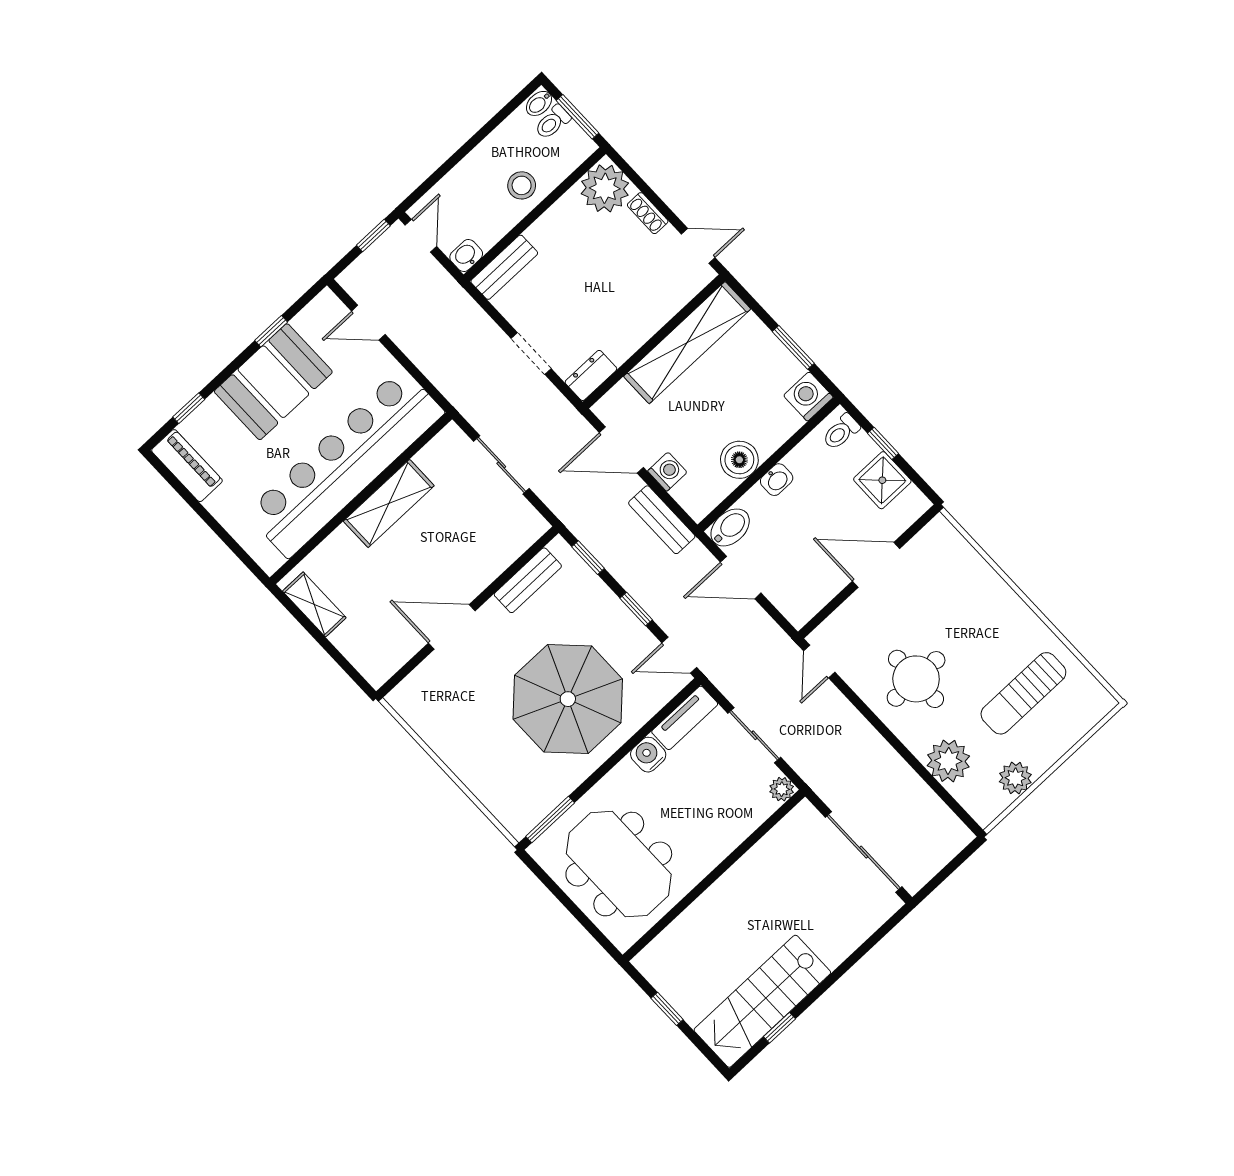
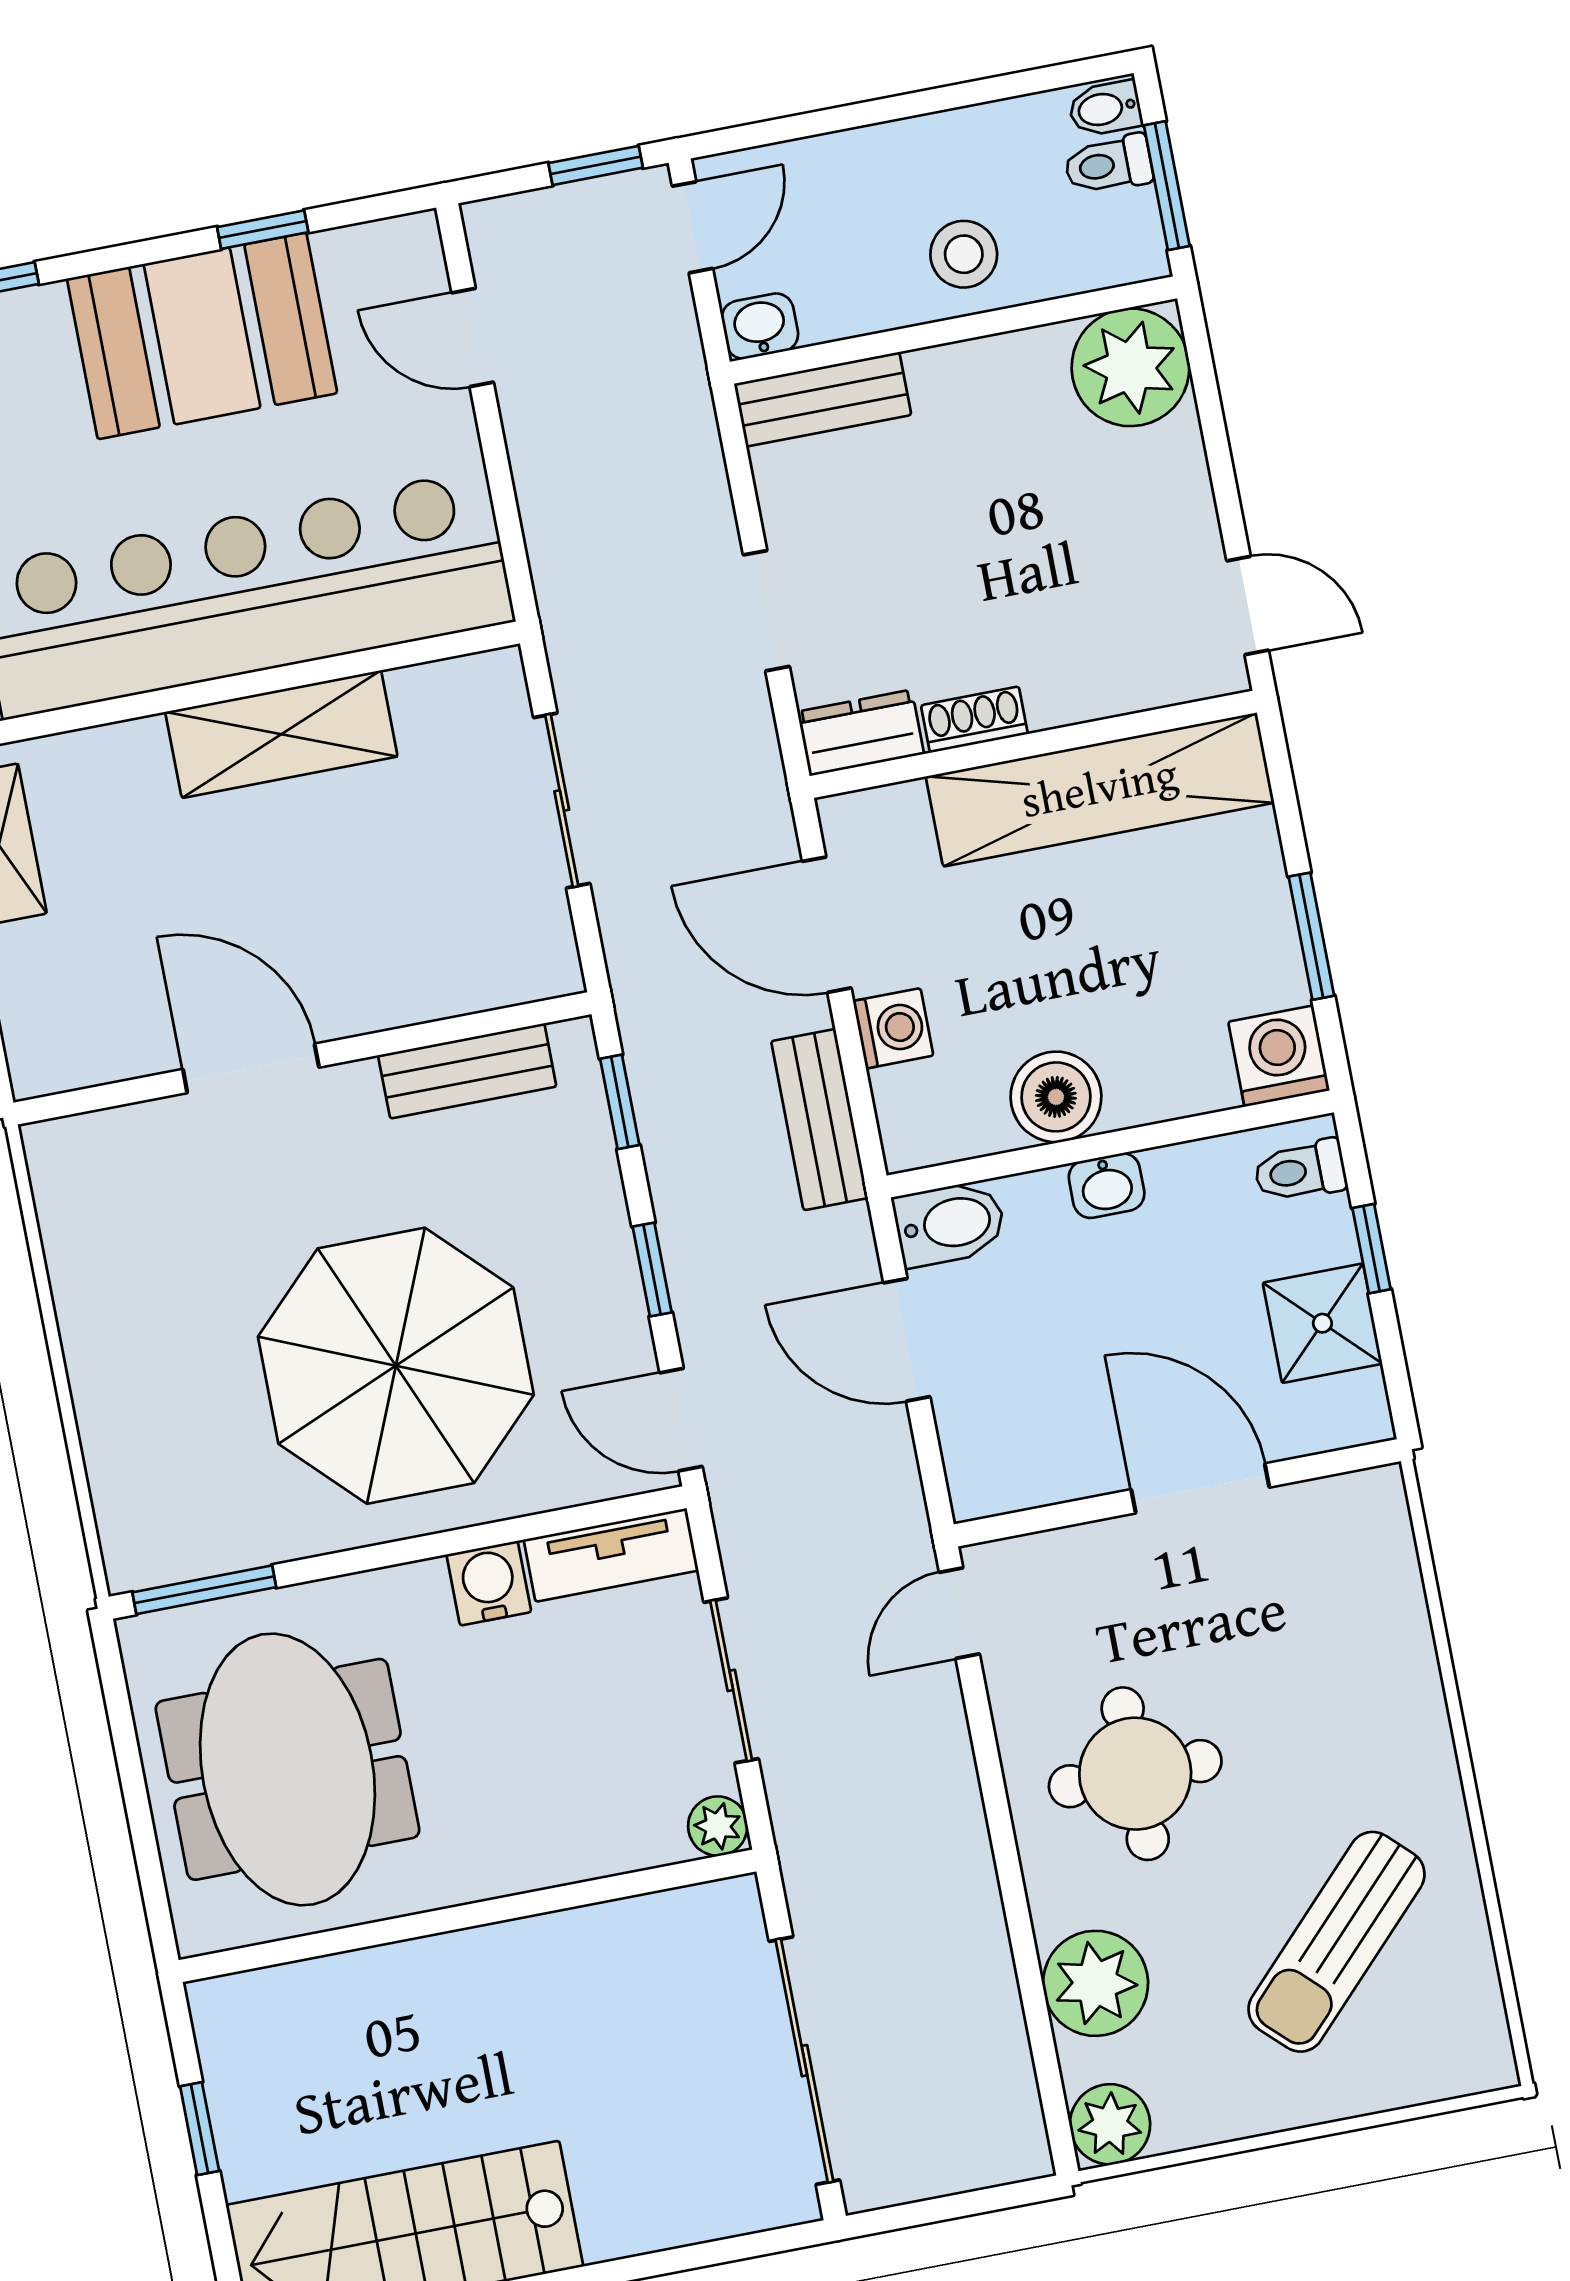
shoe rack: (648, 213) -> (974, 720), moved, turned 90
sun lounger: (1023, 693) -> (1337, 1942), turned -46
plant: (1015, 778) -> (1110, 2124), moved

